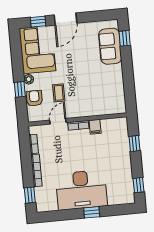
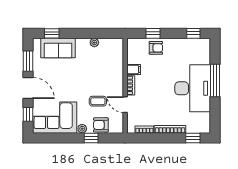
window: (93, 16) -> (28, 61), added
plant: (119, 83) -> (94, 43), added
armchair: (120, 148) -> (156, 48), added
window: (92, 212) -> (215, 80), width x2.17

